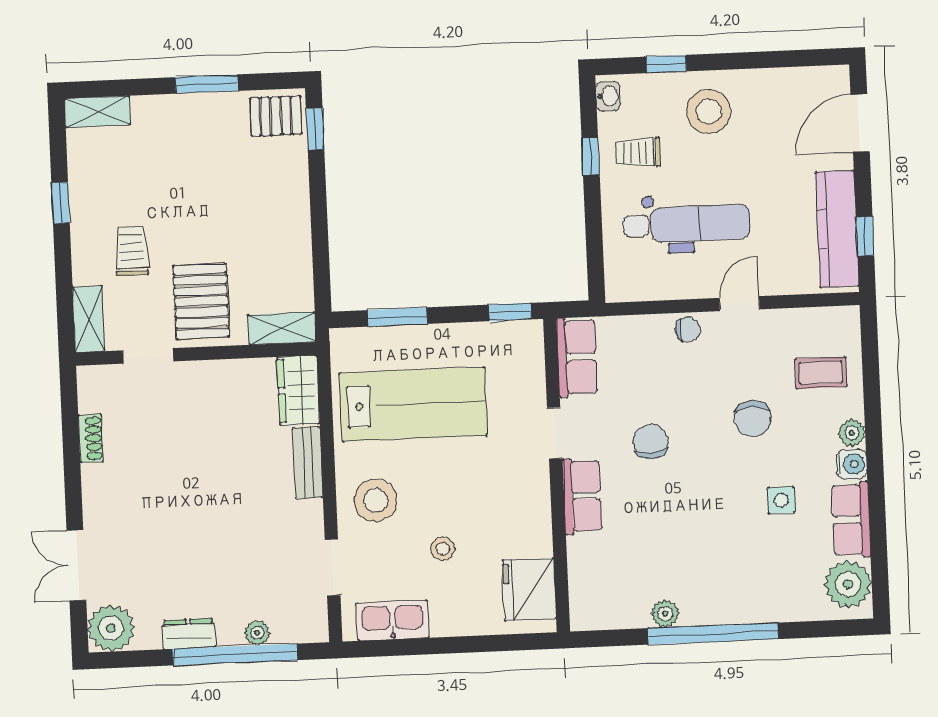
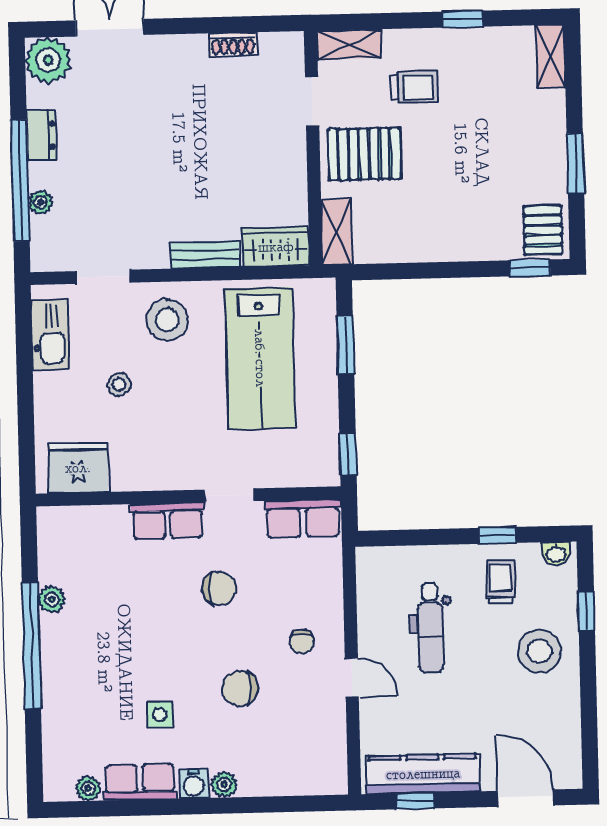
dental chair: (687, 224) -> (431, 628), width x0.73, depth x0.72
chair: (688, 330) -> (302, 642), moved
coffee table: (821, 373) -> (283, 755), removed
plant: (848, 584) -> (88, 788), width x0.53, depth x0.53

